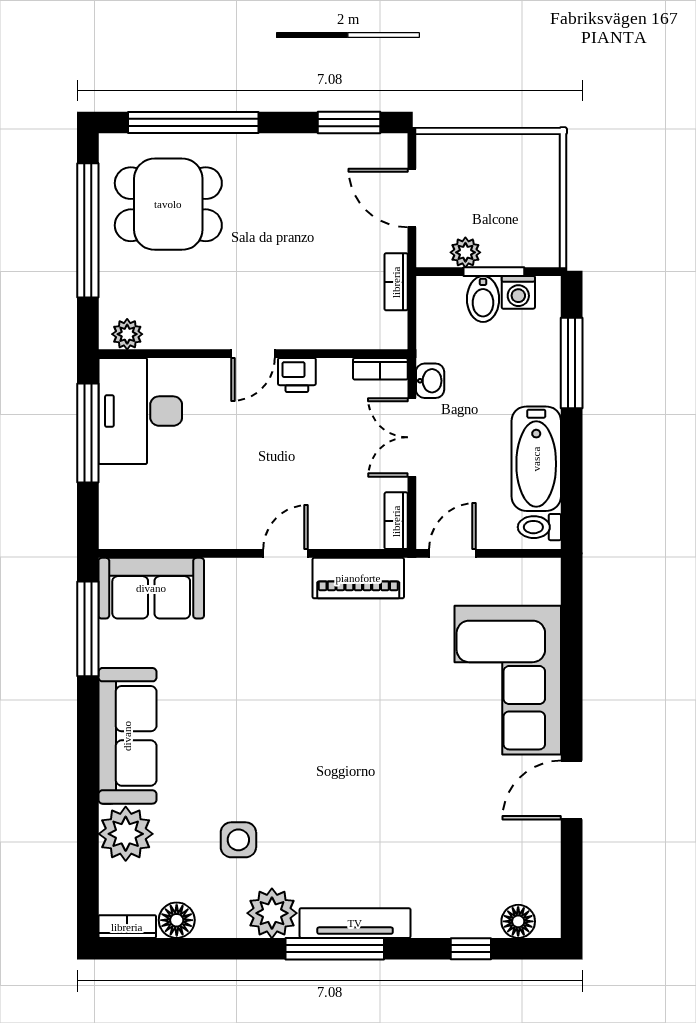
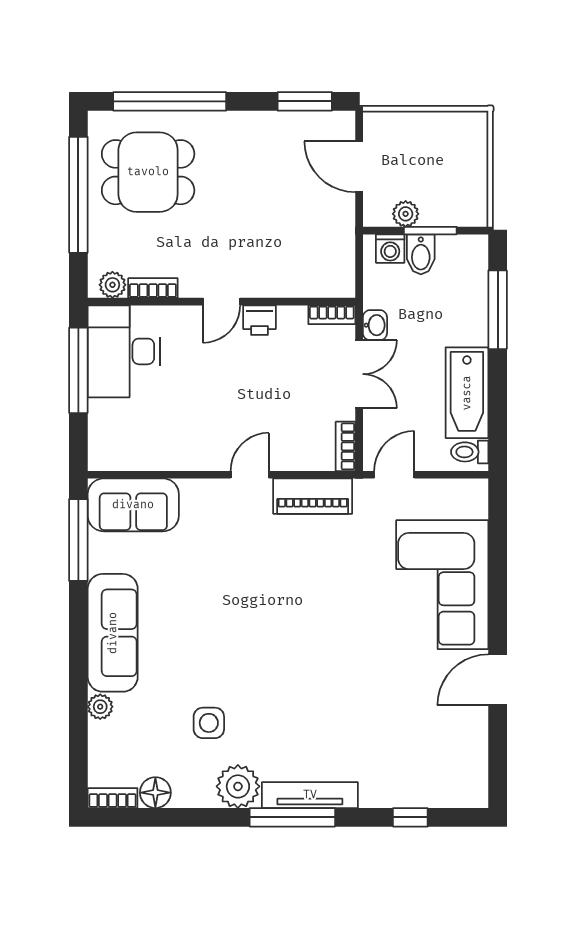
bookcase: (396, 282) -> (153, 288), moved, turned 90
washing machine: (518, 292) -> (390, 249), moved
double door: (412, 437) -> (359, 374), swing flipped
plant: (126, 834) -> (100, 707), width x0.53, depth x0.53
floor lamp: (518, 921) -> (451, 794), removed

